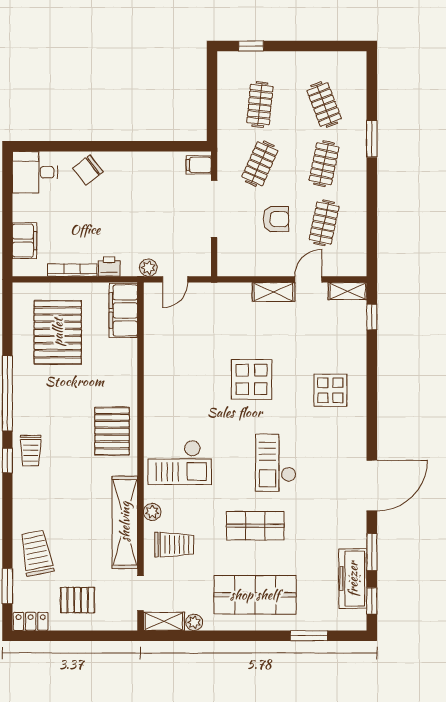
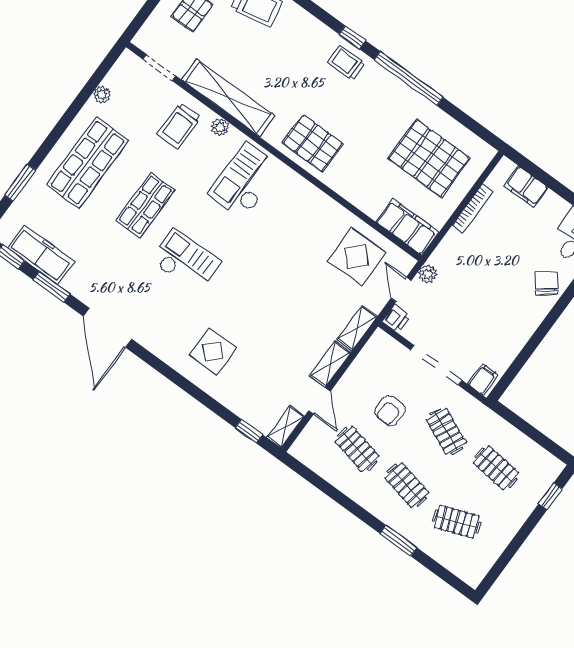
printer: (109, 267) -> (396, 318), moved
display table: (252, 379) -> (357, 257), moved
shelving: (164, 621) -> (357, 328), moved

